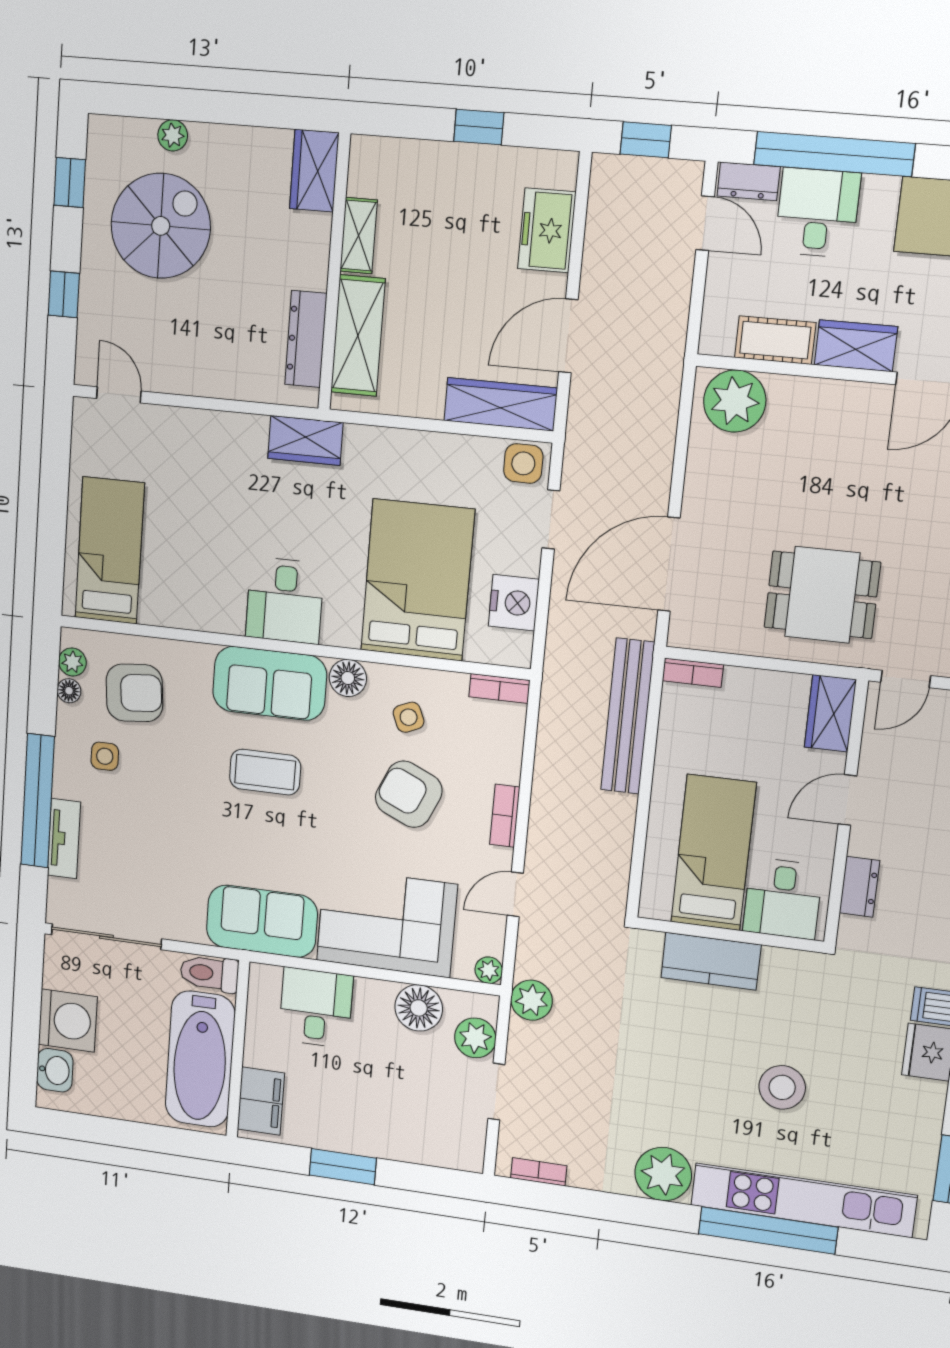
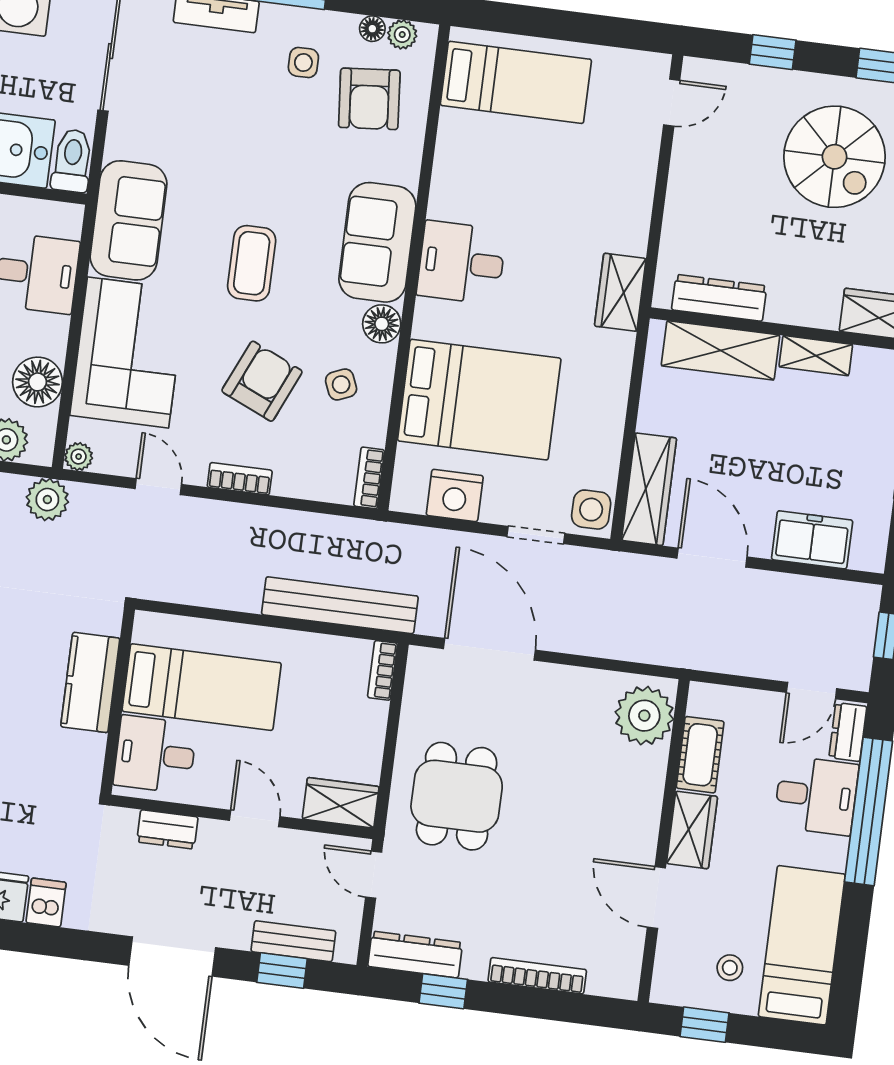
coffee table: (265, 772) -> (252, 263), moved

